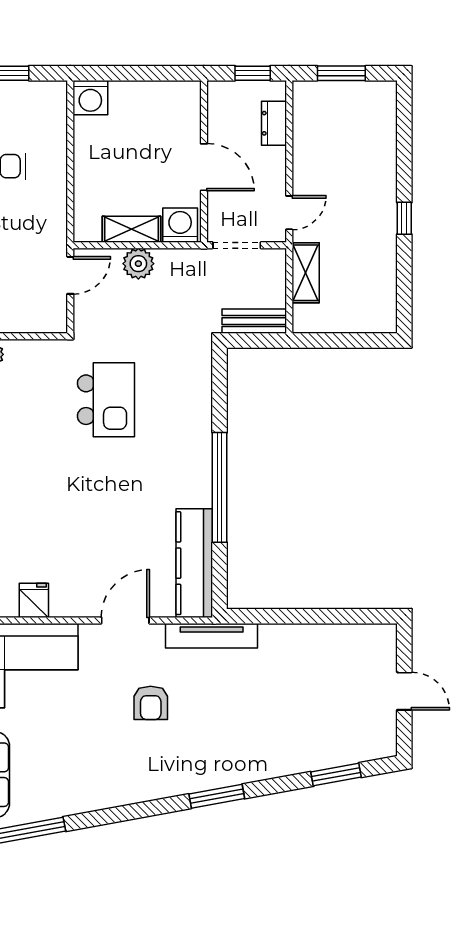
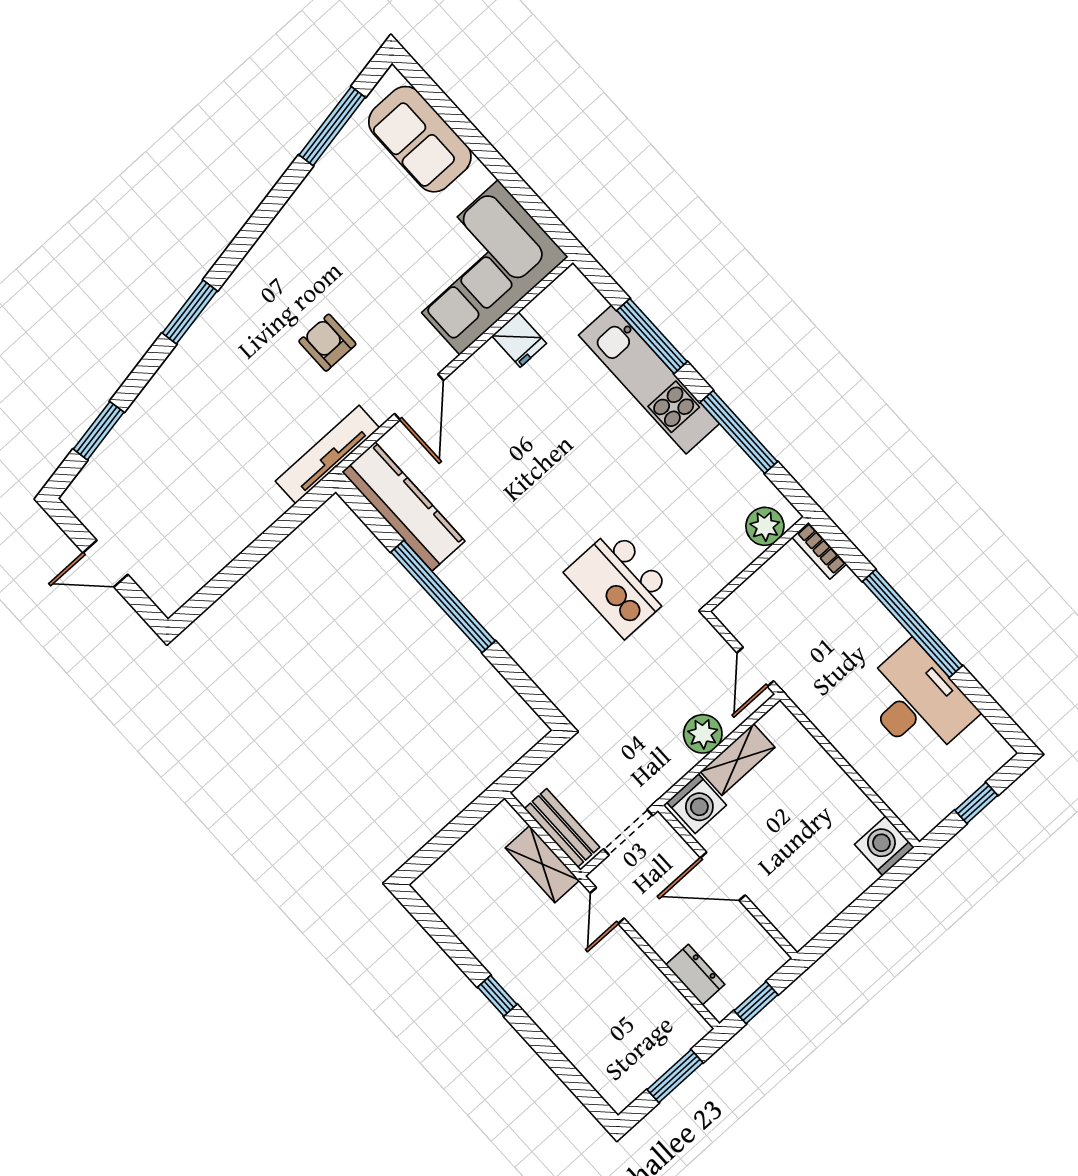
bench: (254, 321) -> (562, 828), moved, turned 90

